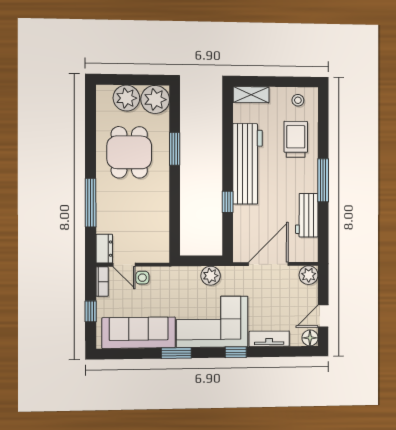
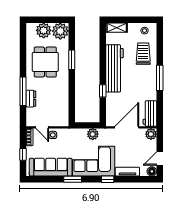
workbench: (307, 215) -> (150, 113), moved
dresser: (104, 249) -> (31, 99), moved

